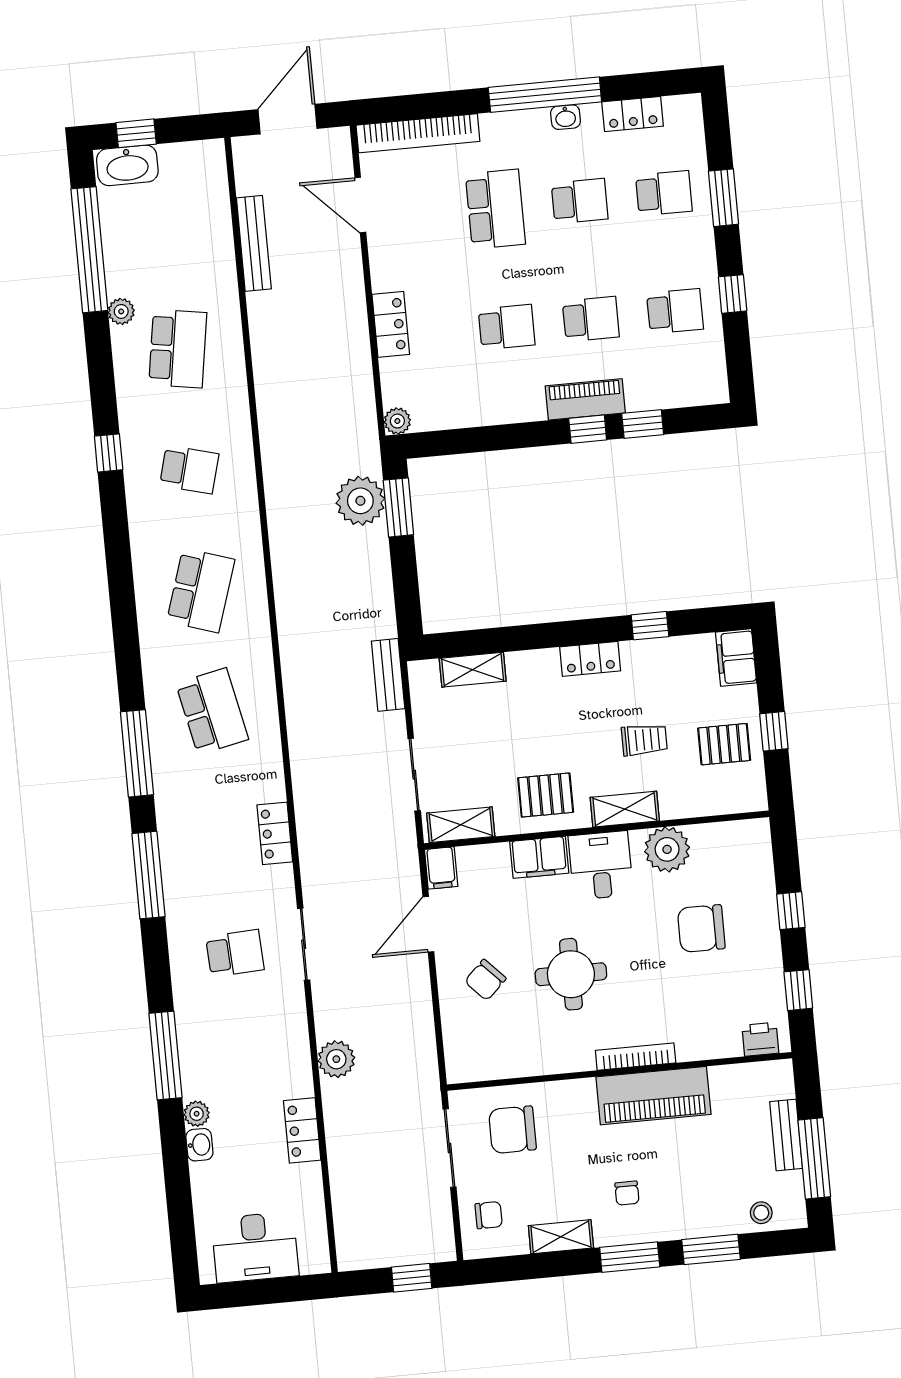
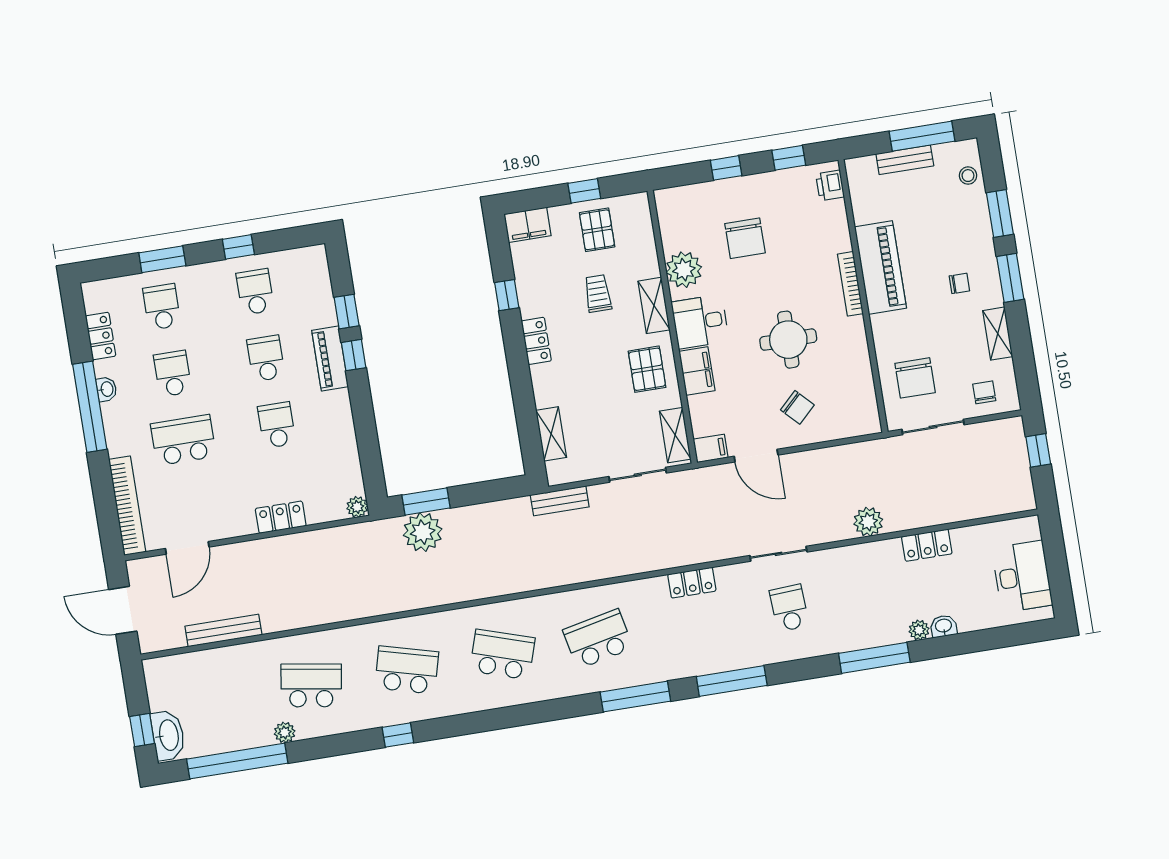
school desk: (189, 470) -> (407, 670), width x1.85

